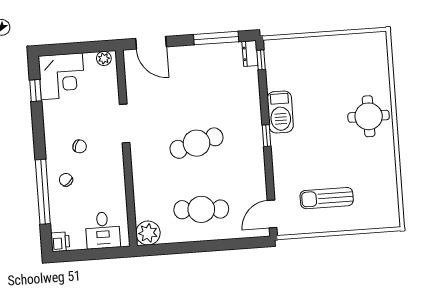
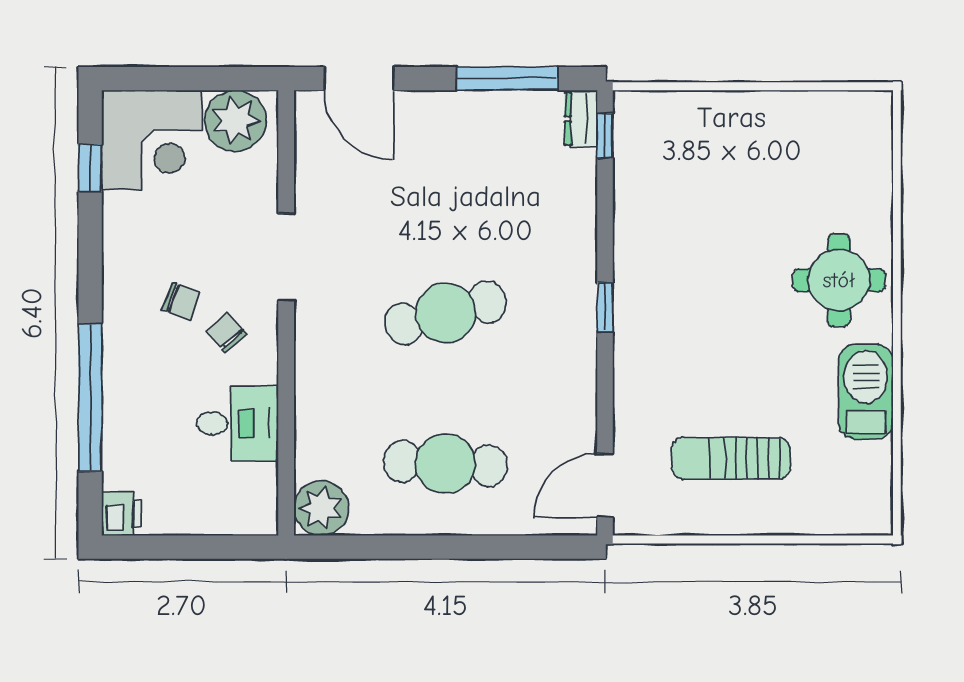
plant: (104, 58) -> (235, 121), width x1.87, depth x1.87
barbecue: (280, 112) -> (866, 392), moved, turned 180
chair: (66, 180) -> (226, 333), moved
desk: (103, 230) -> (238, 423), moved, turned -90

